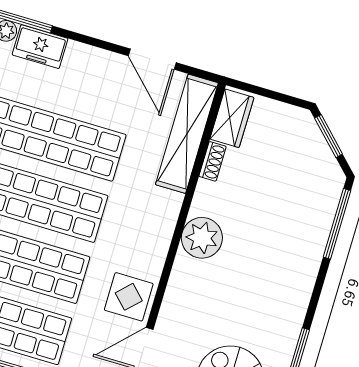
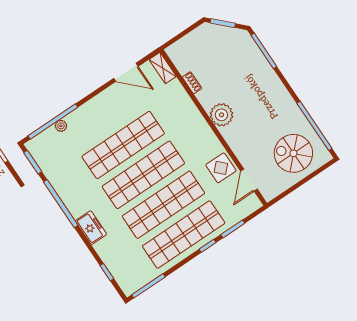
freezer: (40, 47) -> (80, 117), removed
wardrobe: (232, 118) -> (180, 59), removed
shelving: (187, 134) -> (163, 68), width x0.45, depth x0.75

